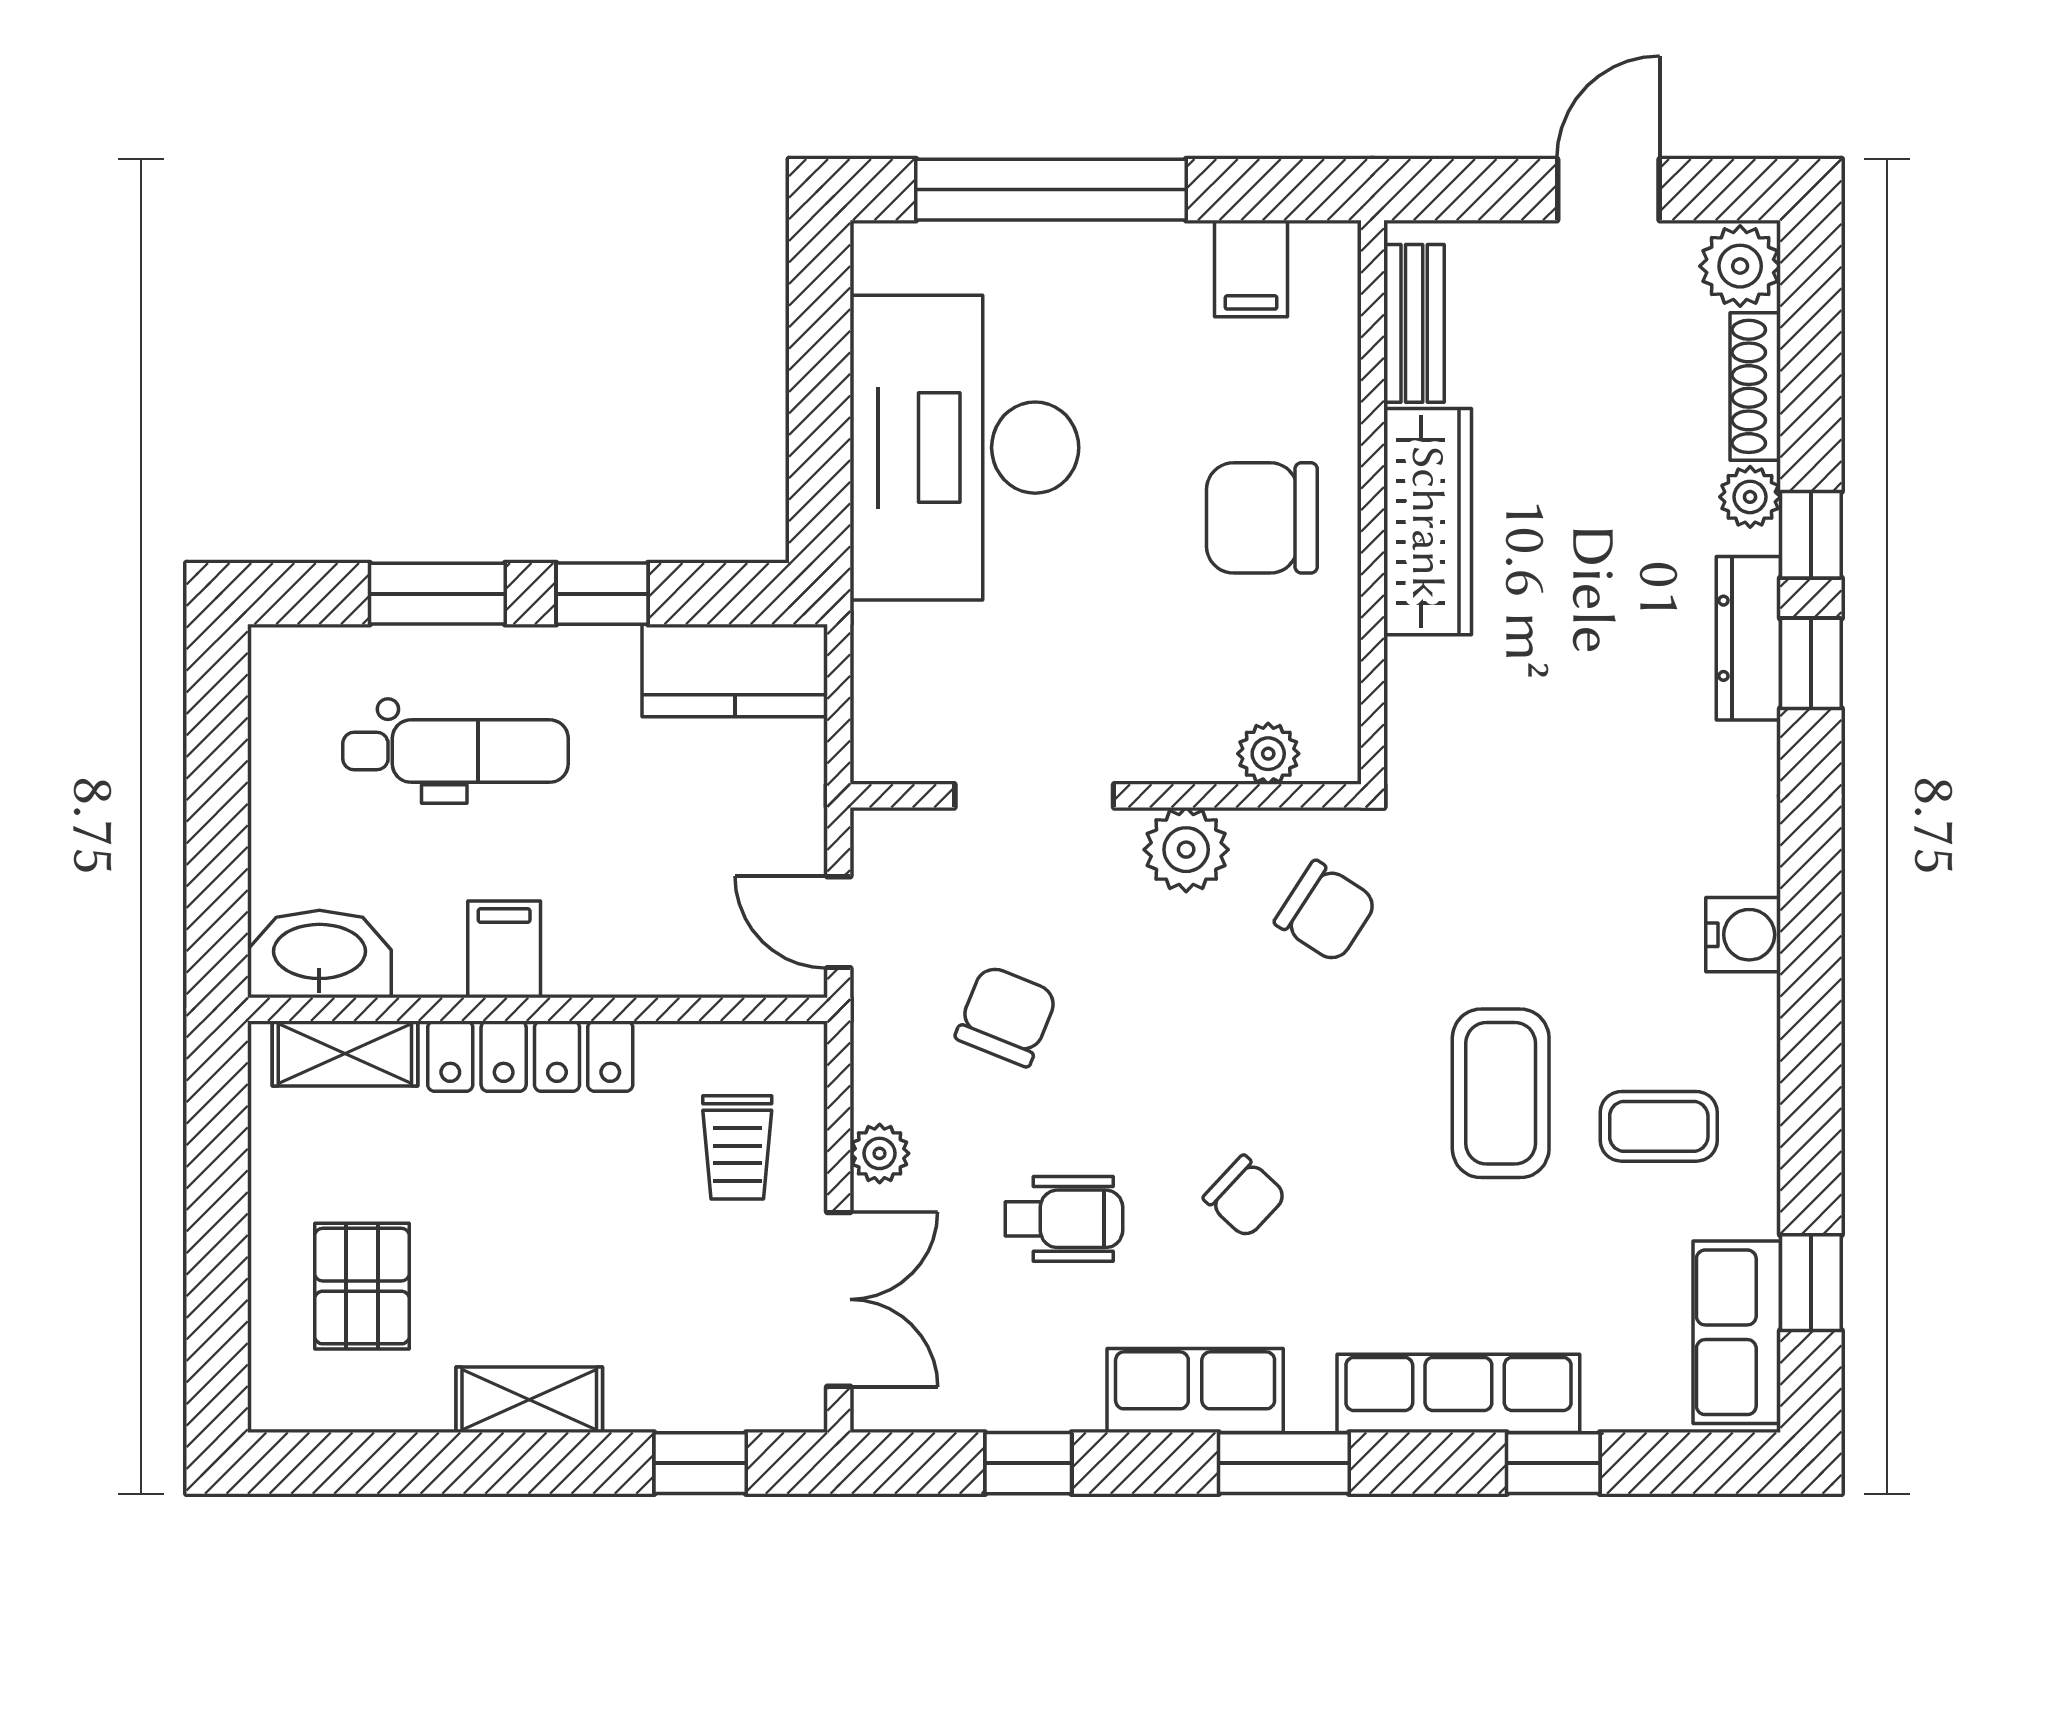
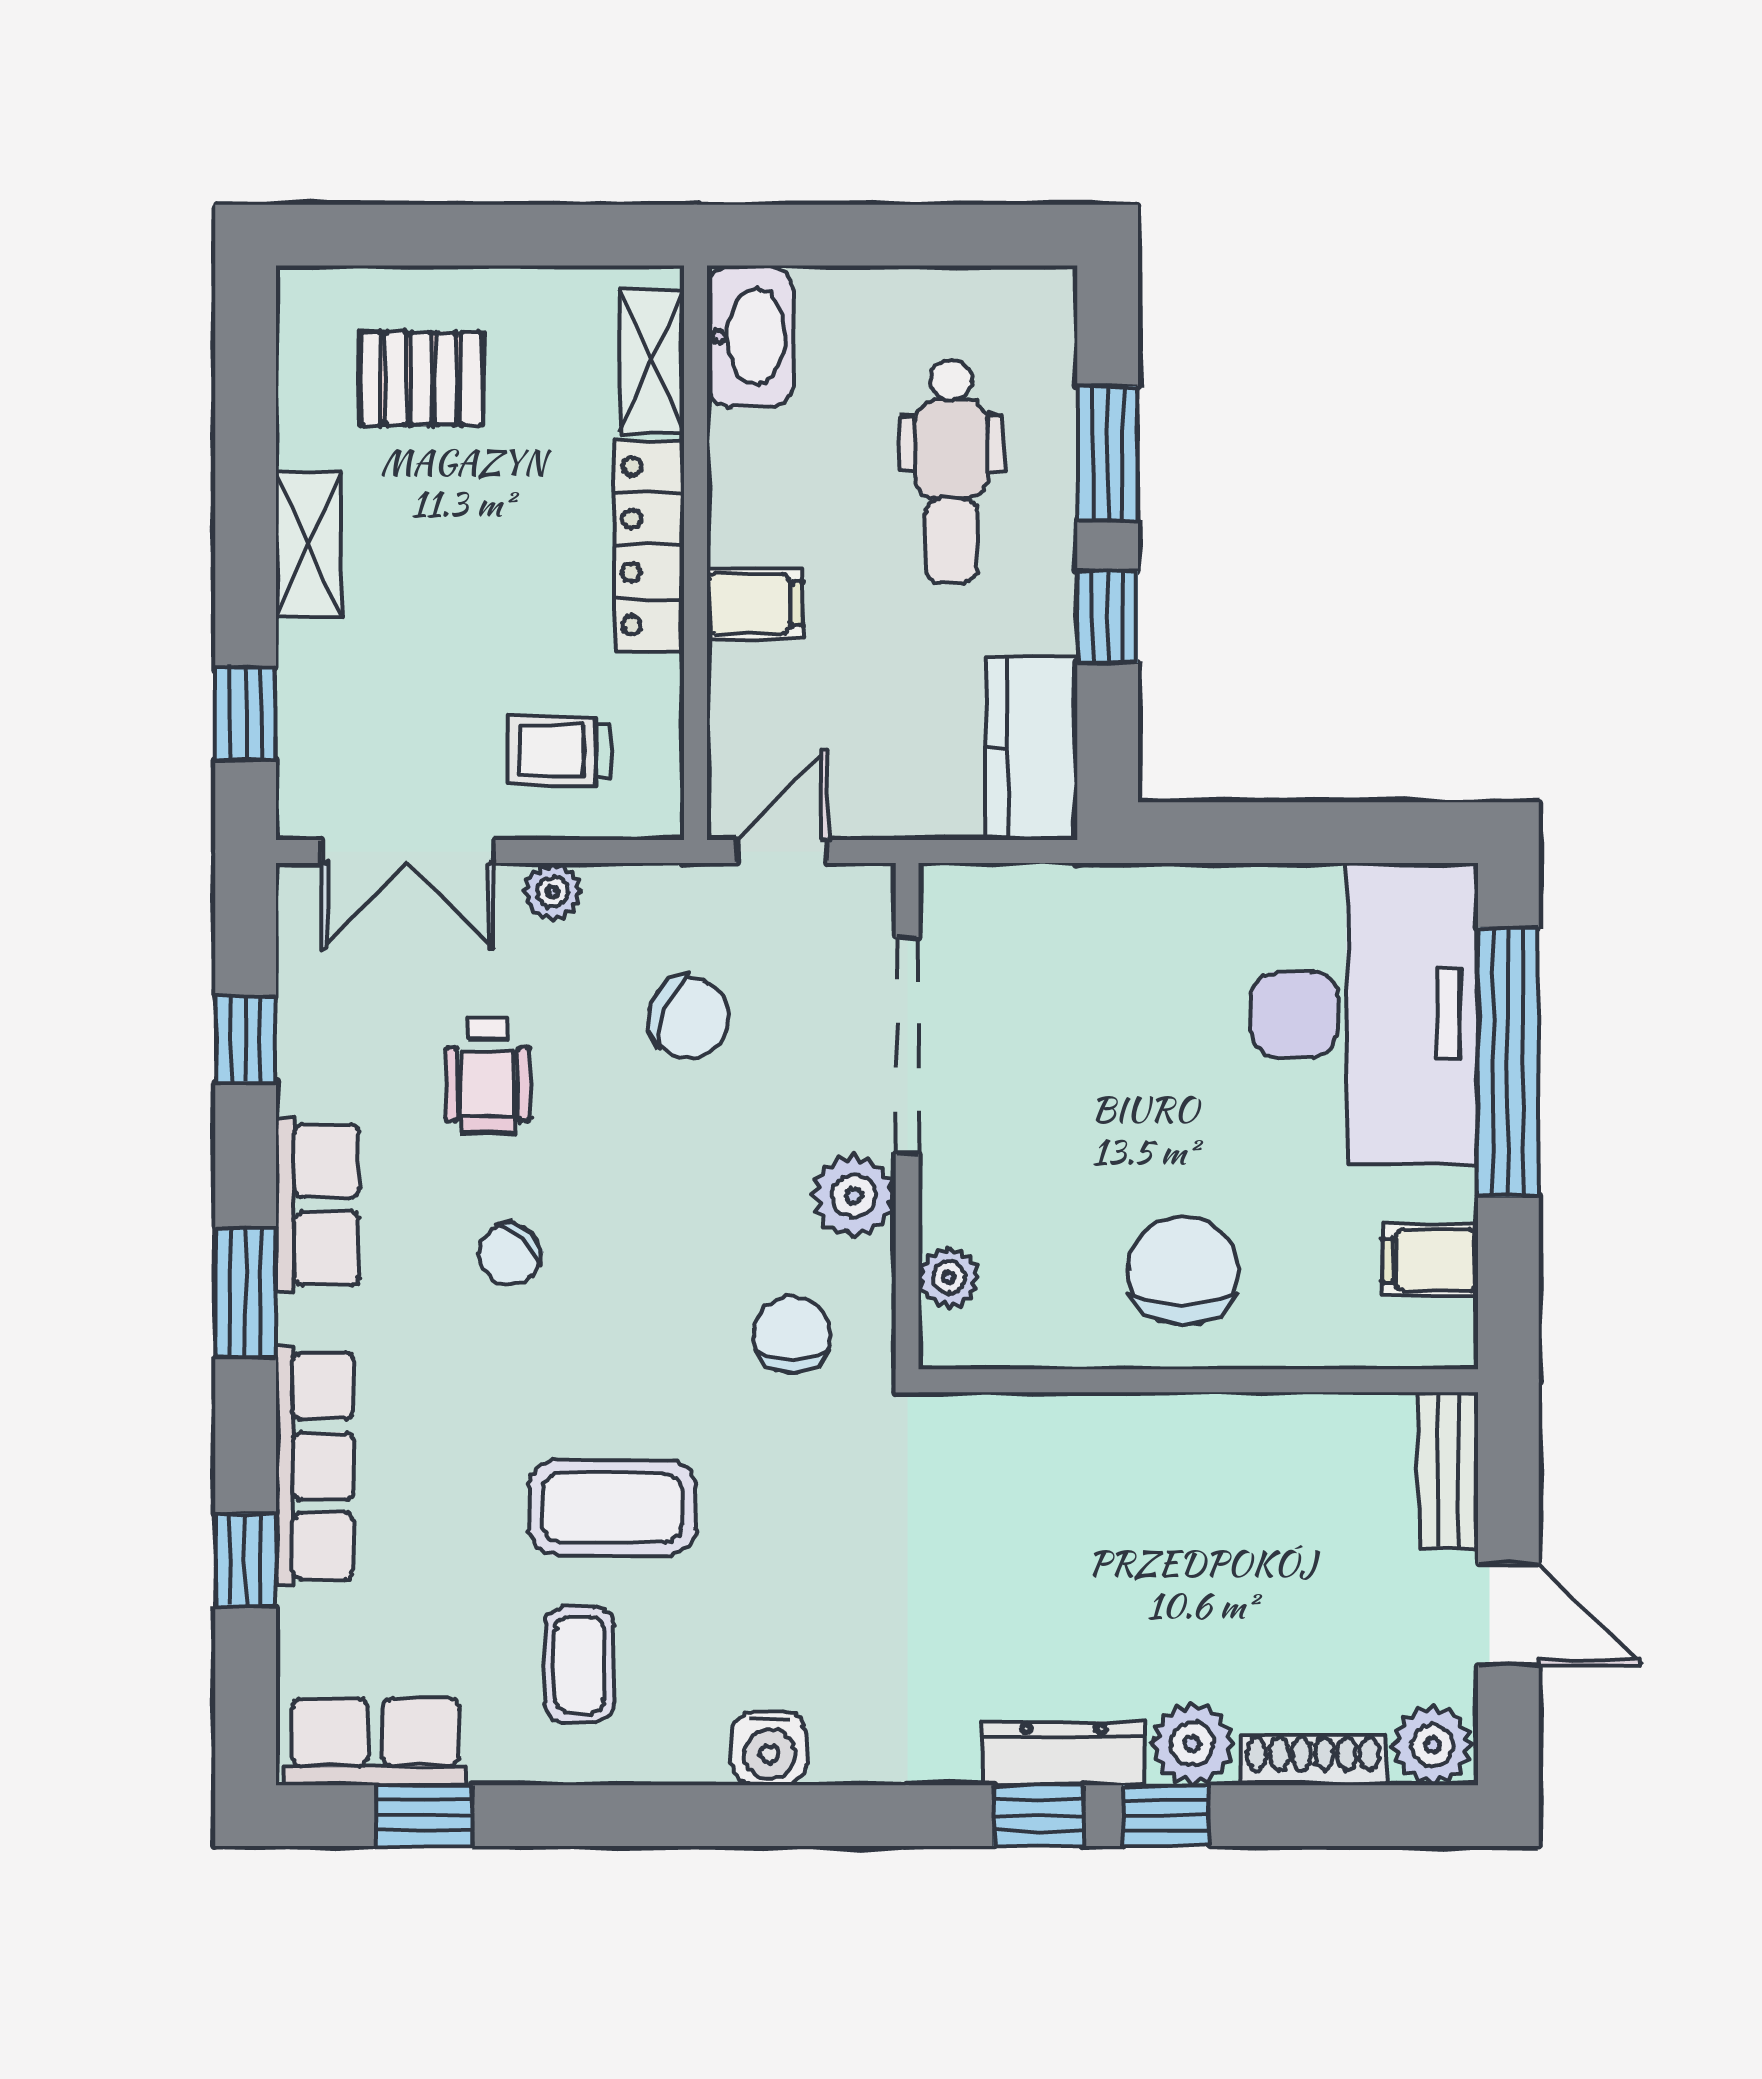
bench: (1414, 323) -> (1448, 1470), moved, turned 90
desk: (964, 448) -> (1365, 1014), moved, turned 90
plant: (1750, 497) -> (1192, 1744), width x1.38, depth x1.38
wardrobe: (1428, 522) -> (1179, 1435), removed
doorway: (1034, 796) -> (907, 1045), width x1.36
chair: (1326, 912) -> (792, 1334), turned 147
filing cabinet: (504, 949) -> (755, 604), moved

